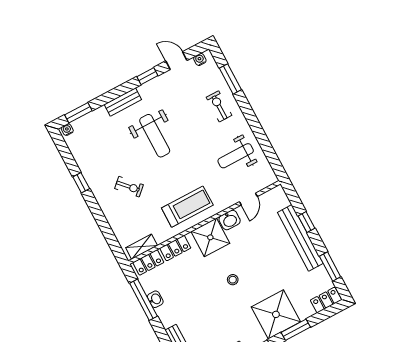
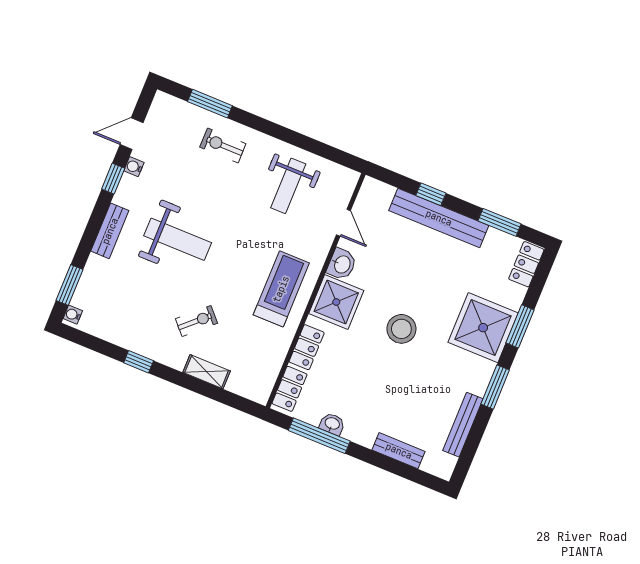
water cooler: (200, 59) -> (134, 167), moved
shelving: (142, 247) -> (207, 372), moved, turned 90
stool: (233, 280) -> (401, 329), width x1.89, depth x1.89

